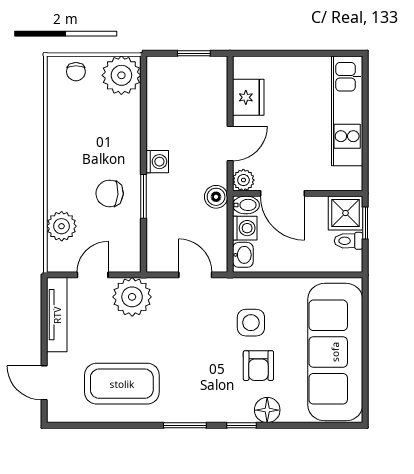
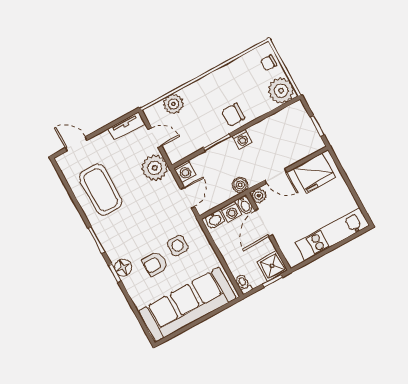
fridge: (248, 97) -> (314, 173), width x1.36, depth x1.34
chair: (110, 193) -> (233, 115), moved, turned -94
toilet: (349, 241) -> (243, 284), moved
washing machine: (158, 260) -> (185, 171), added
tv unit: (57, 315) -> (126, 126), width x0.71
door: (44, 383) -> (76, 144), hinge flipped
floor lamp: (267, 410) -> (123, 268), moved

